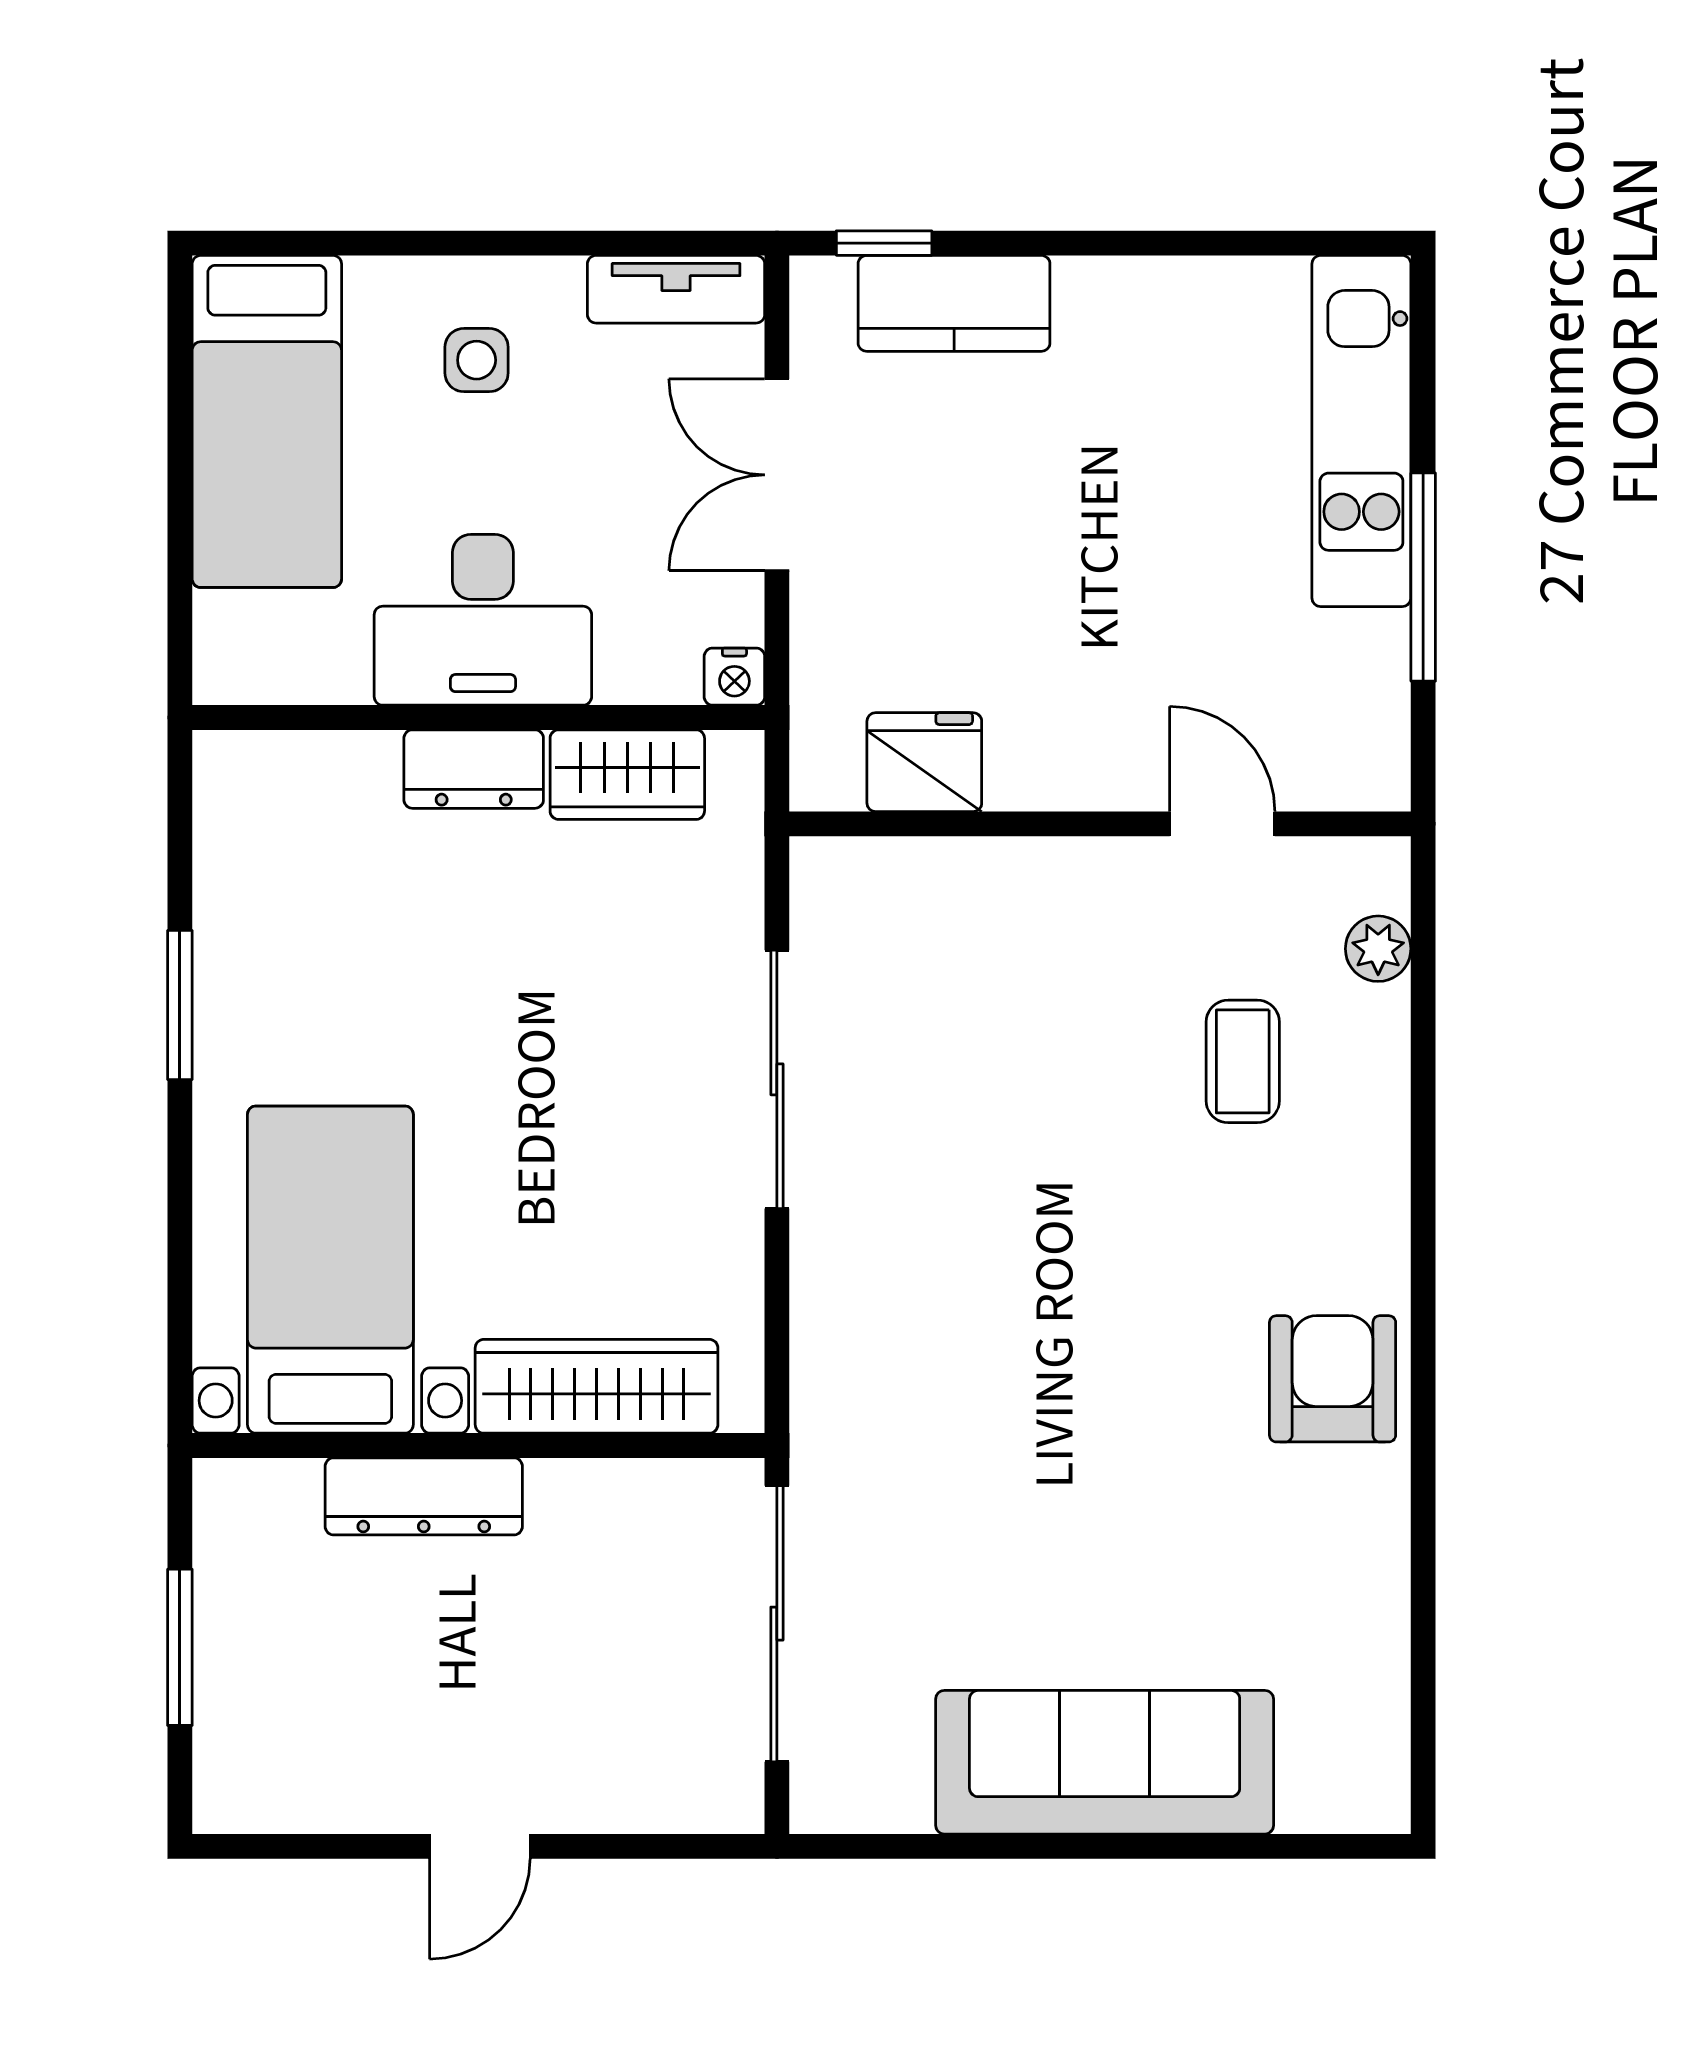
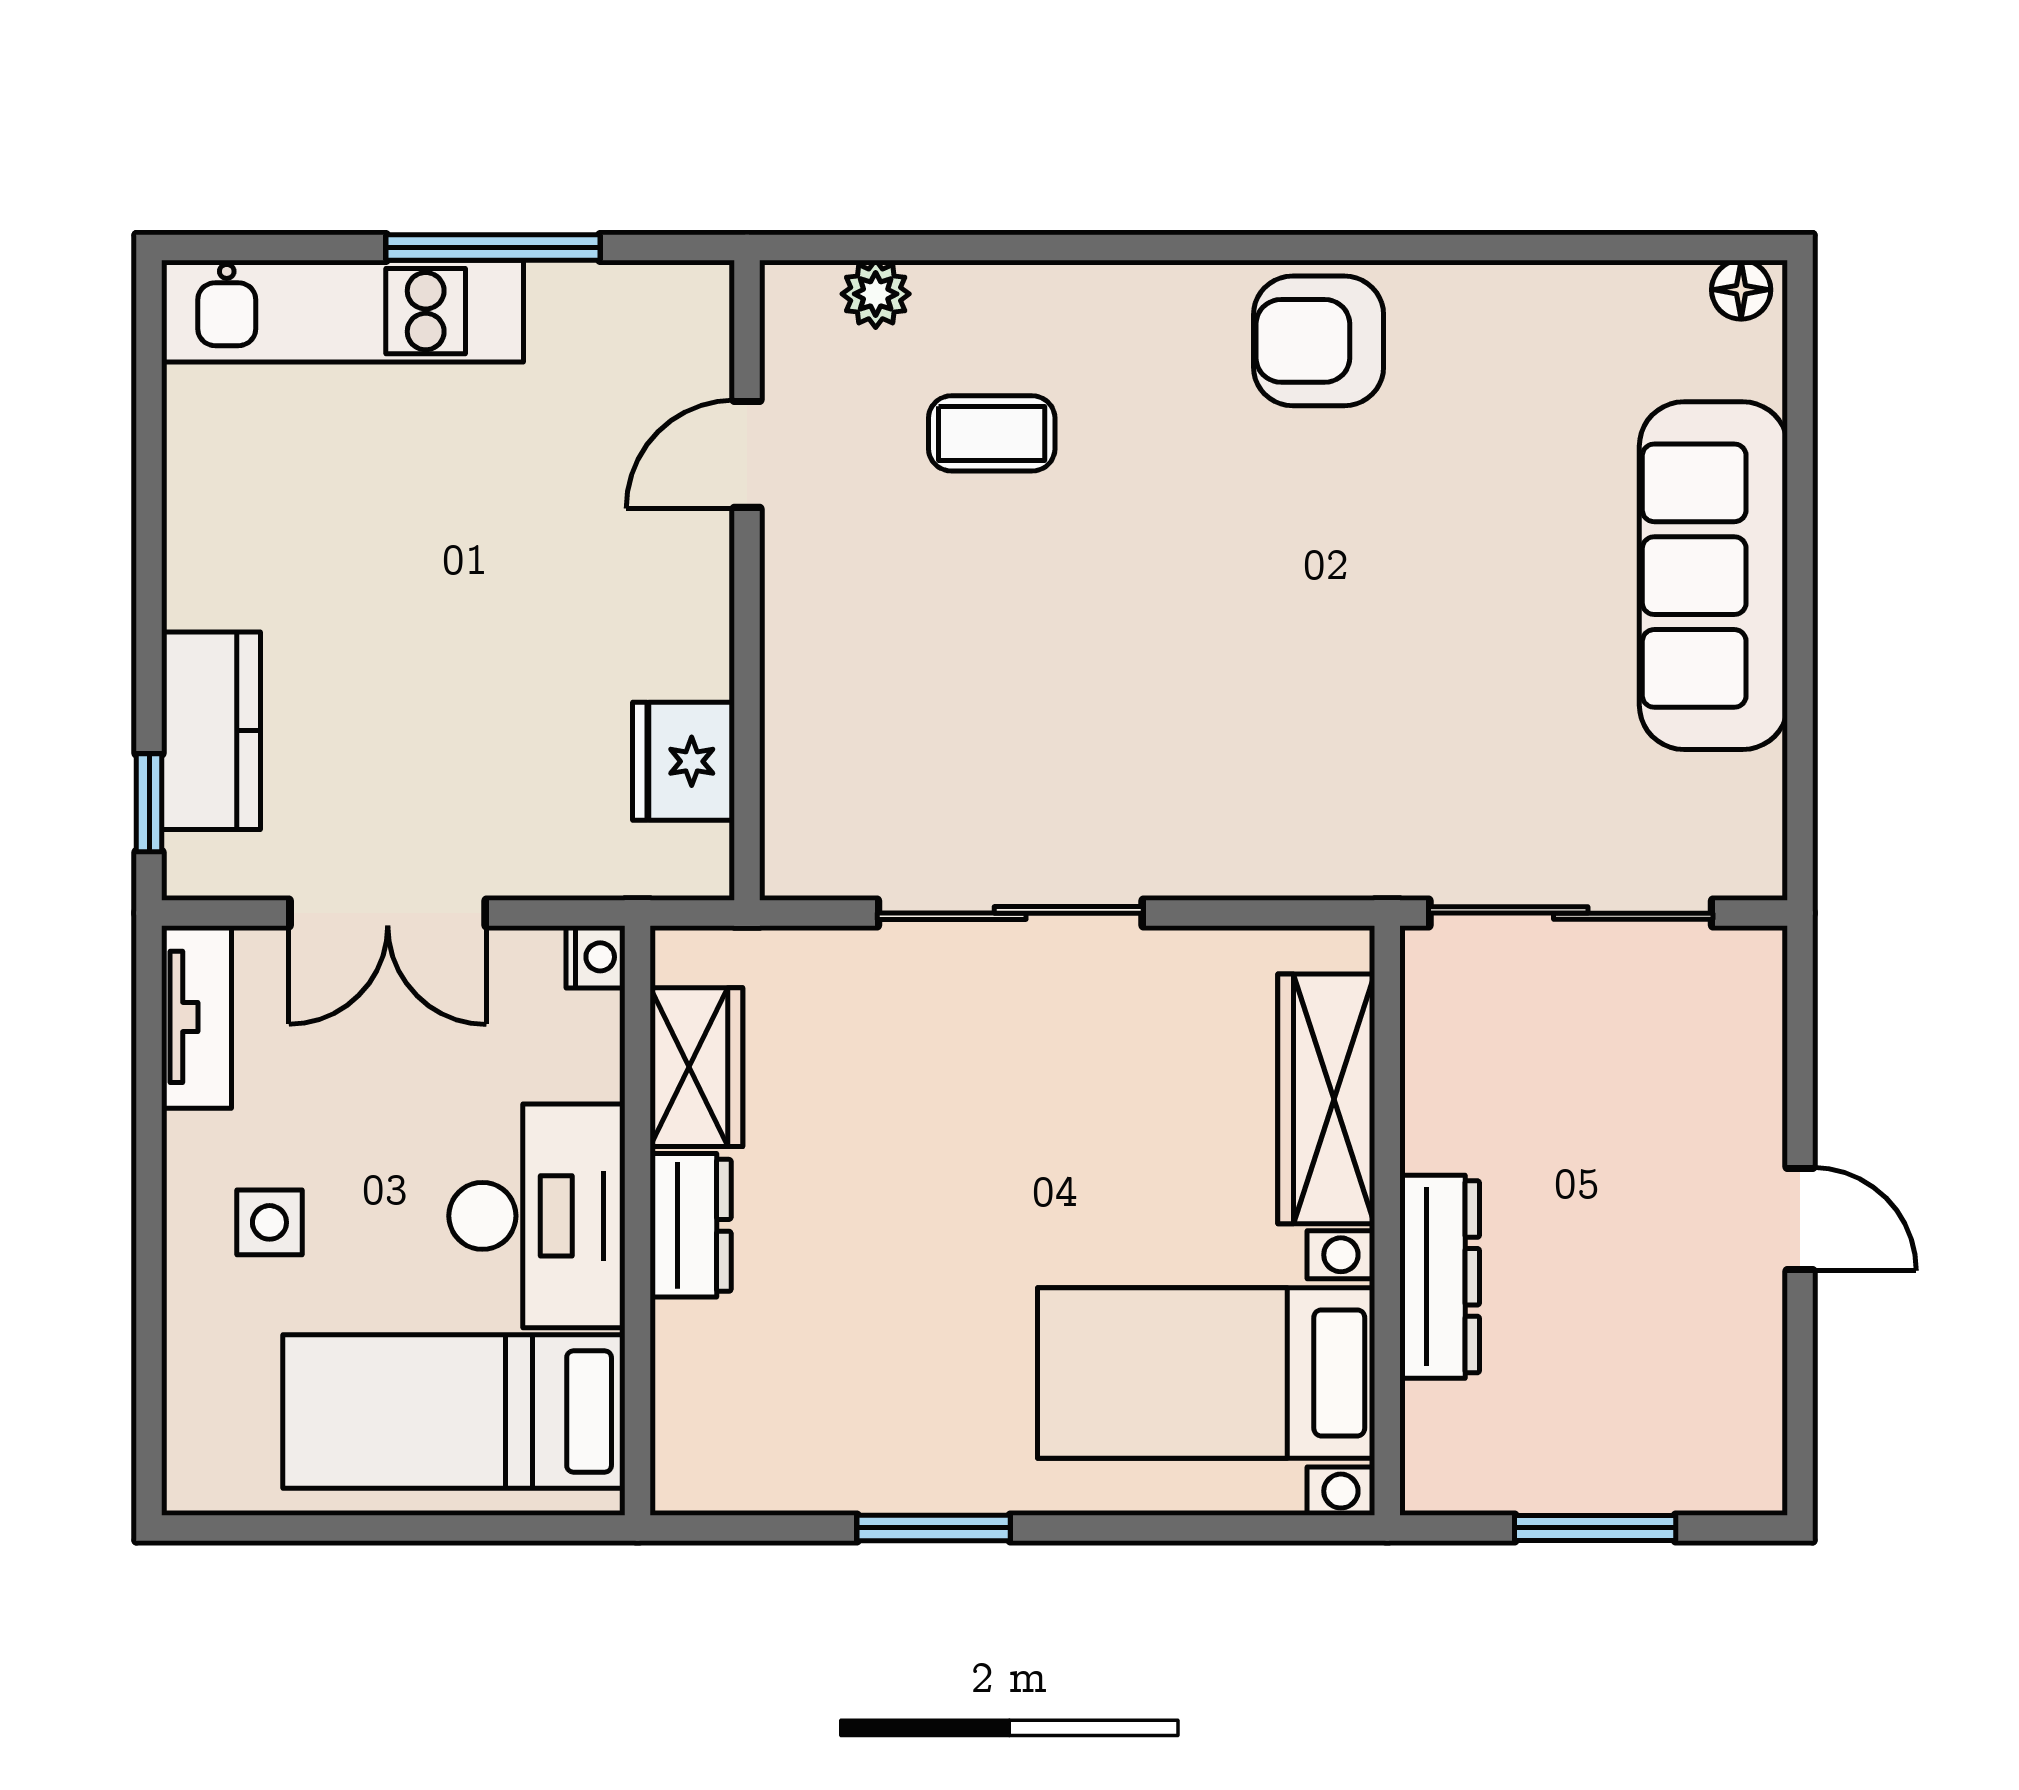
bed: (267, 421) -> (454, 1412), moved, turned 180
floor lamp: (1382, 1789) -> (1741, 290), added

